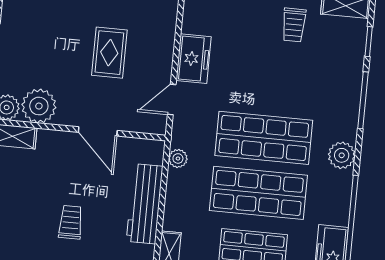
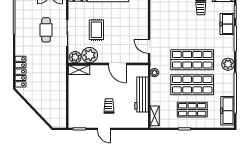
rug: (109, 53) -> (96, 30), moved
freezer: (194, 59) -> (227, 24), moved, turned 180
door: (172, 99) -> (149, 46), hinge flipped

